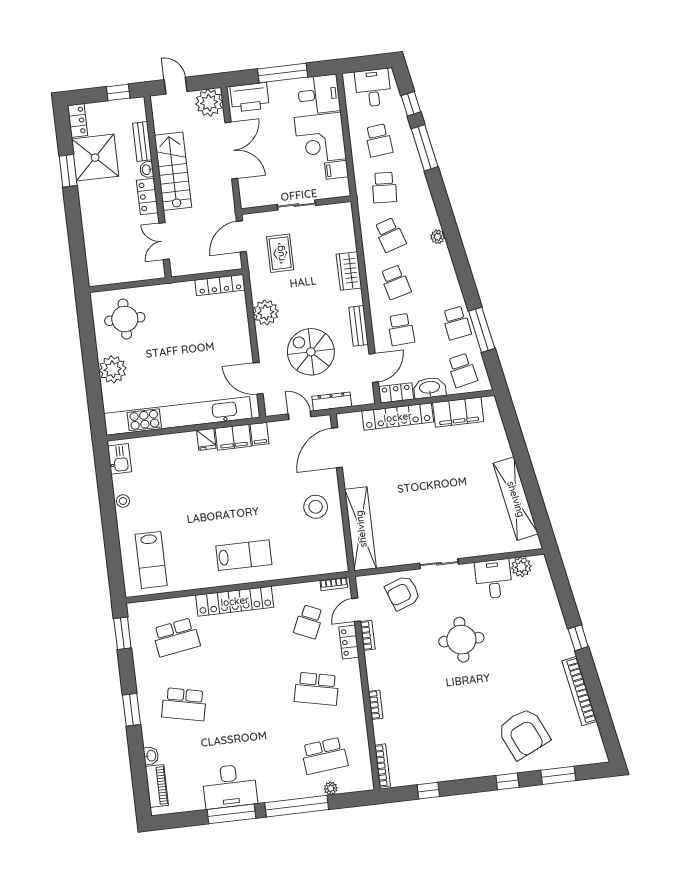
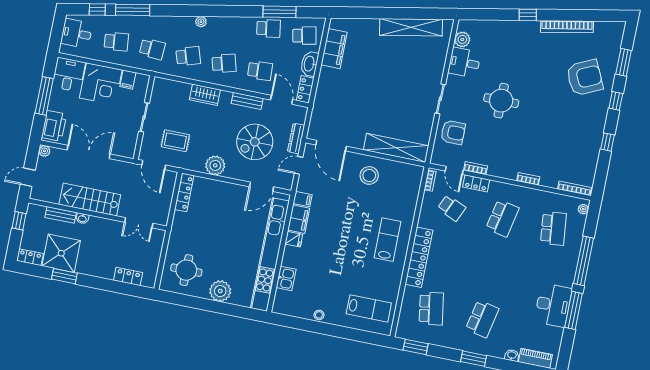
plant: (209, 103) -> (44, 151), width x0.53, depth x0.53
locker: (147, 196) -> (128, 276), moved, turned 180
locker: (398, 417) -> (323, 94), removed
kitchen sink: (120, 459) -> (286, 278), moved, turned 90
armchair: (403, 593) -> (453, 132), turned -70
plant: (331, 788) -> (583, 209), moved
window: (428, 791) -> (608, 142), moved

